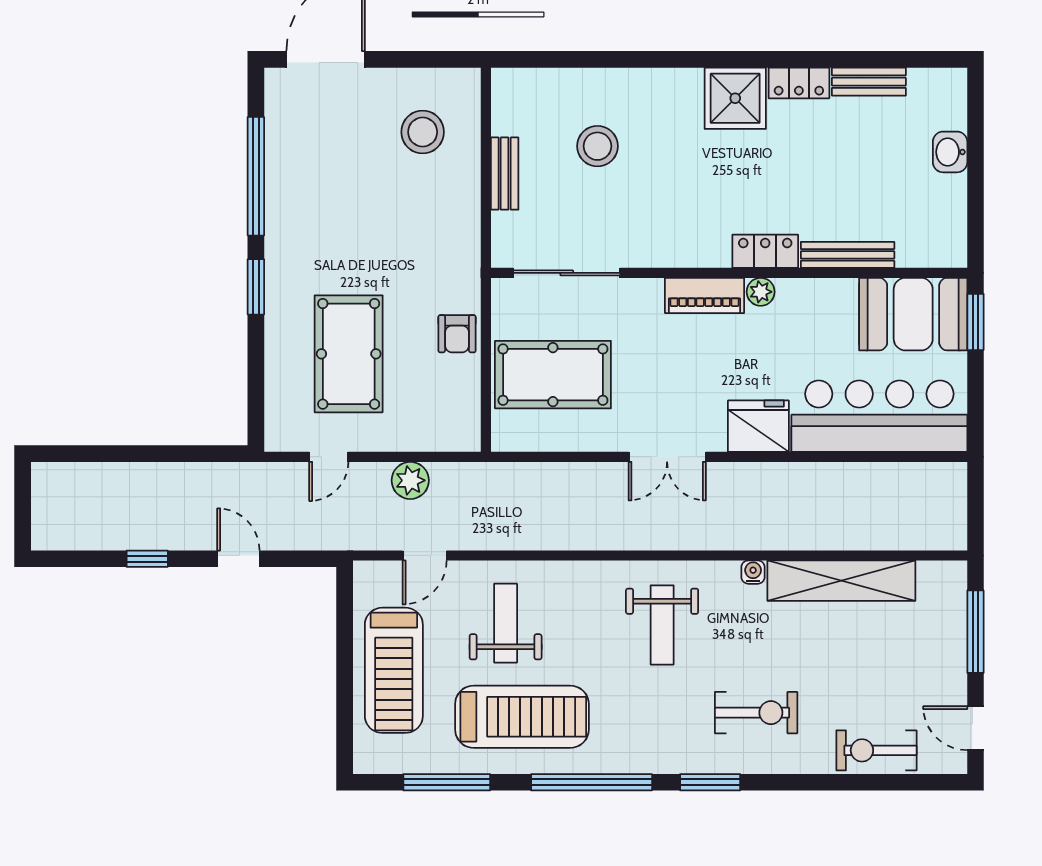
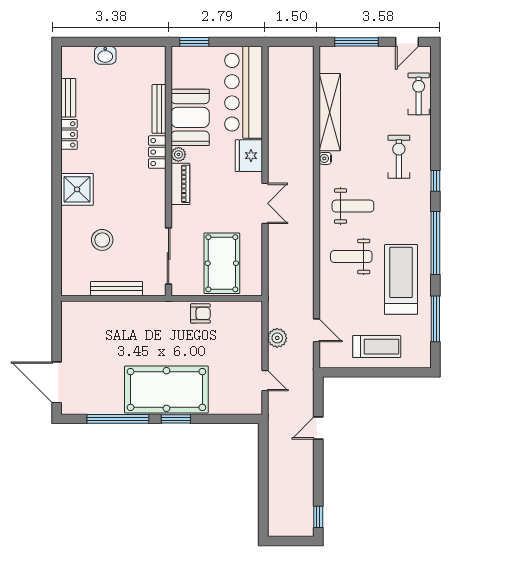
shower: (735, 98) -> (77, 189), moved
stool: (423, 132) -> (95, 331), removed
bench: (505, 174) -> (117, 289), width x1.36
booth: (913, 314) -> (190, 117), moved
pool table: (349, 354) -> (166, 389), moved, width x1.36, depth x1.32
window: (147, 559) -> (318, 517), moved
weight bench: (506, 623) -> (351, 256), moved
treadmill: (394, 670) -> (377, 347), width x0.73, depth x0.73
exercise bike: (876, 750) -> (419, 94), turned 180
window: (710, 782) -> (435, 181), width x0.67

